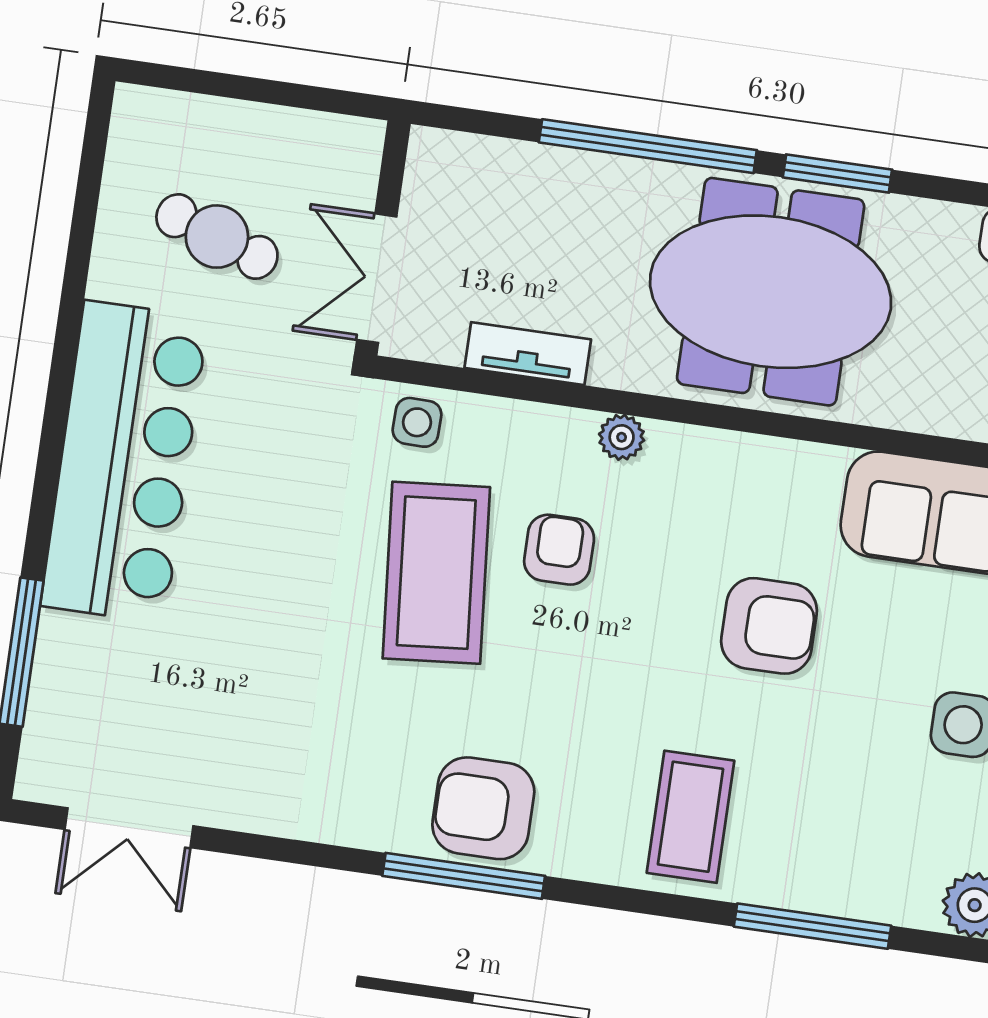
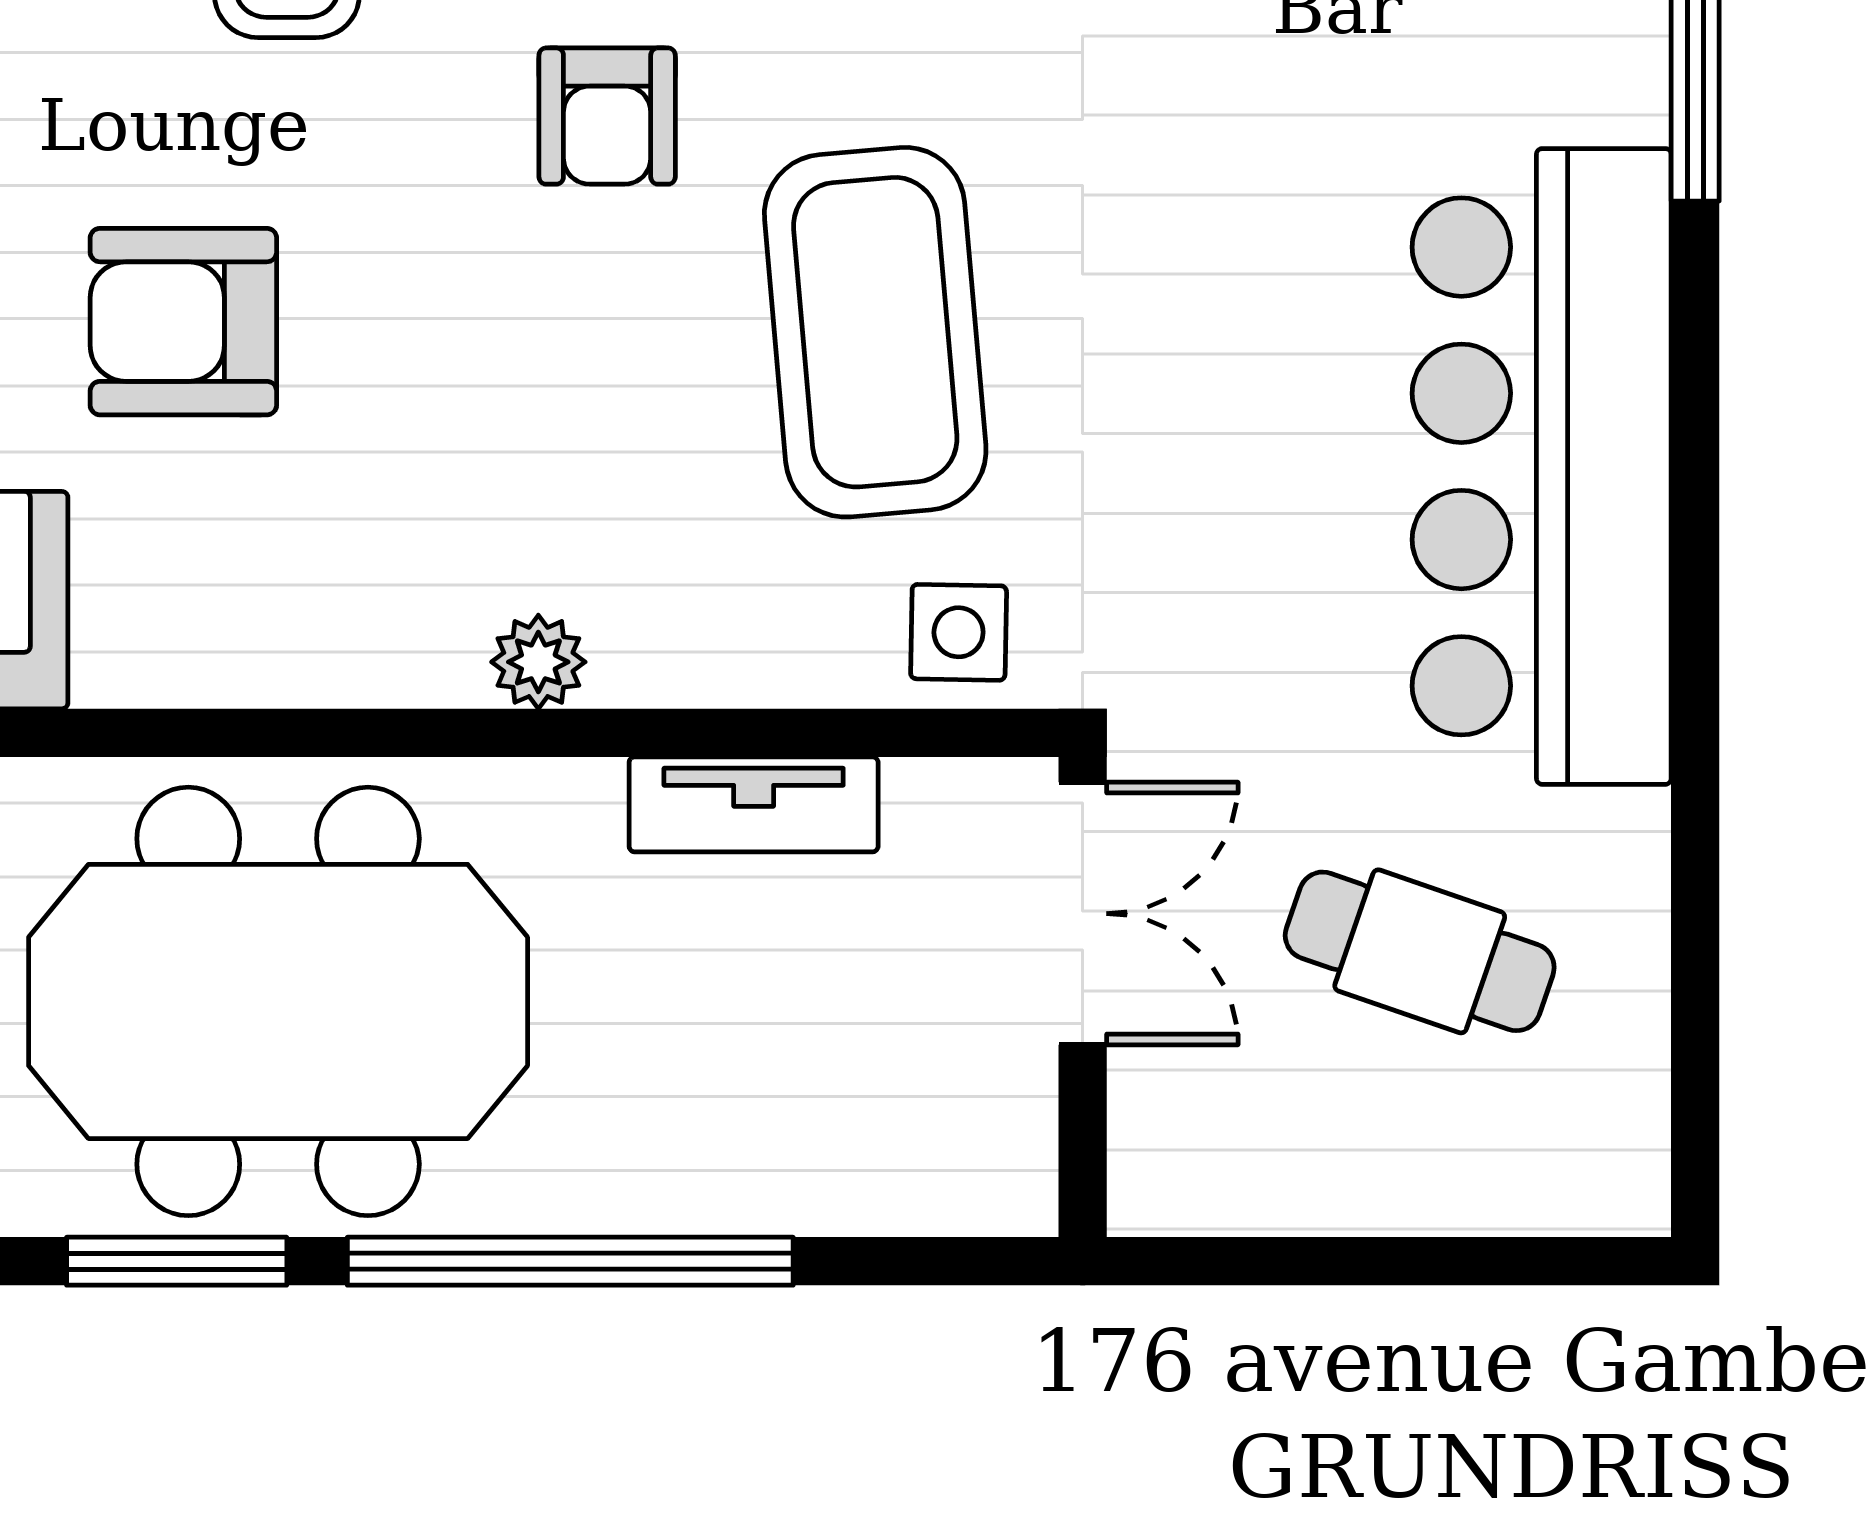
armchair: (559, 550) -> (607, 116), moved

